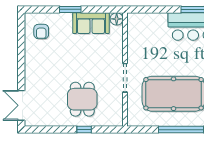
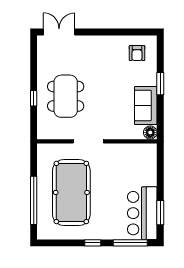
armchair: (41, 31) -> (137, 53), turned -90
dining table: (82, 99) -> (66, 96), width x1.38

